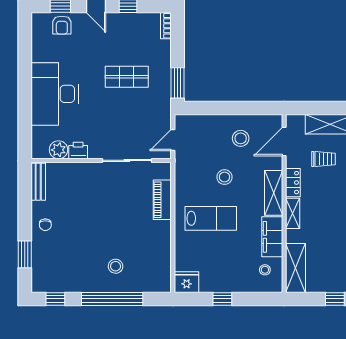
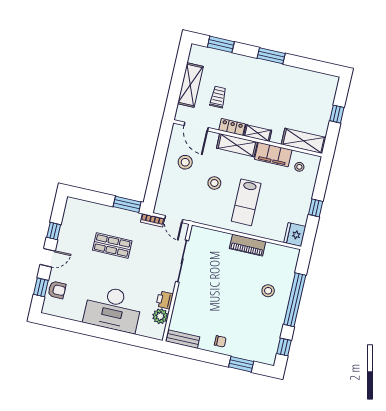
bookcase: (166, 26) -> (152, 220), moved
shop shelf: (127, 77) -> (112, 246), turned 90
piano: (162, 200) -> (248, 245), moved
lab bench: (211, 218) -> (246, 202), turned 180

